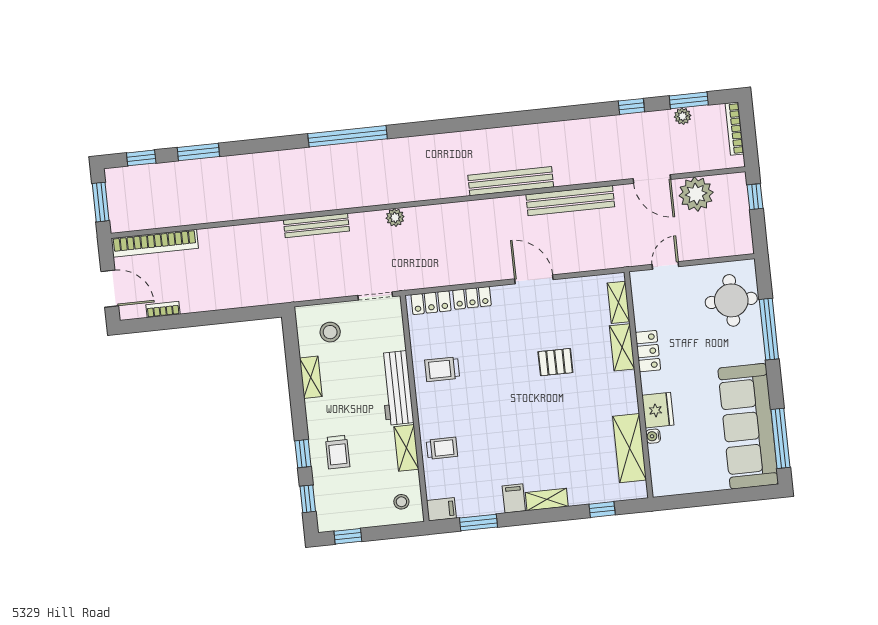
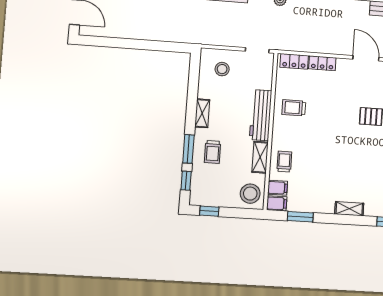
bookcase: (163, 309) -> (110, 33), removed
shelving: (311, 377) -> (202, 113), moved
trolley: (442, 448) -> (284, 162), turned -90
window: (303, 454) -> (188, 149), width x1.50
filing cabinet: (514, 498) -> (278, 188), moved, turned 90
stool: (401, 502) -> (250, 194), width x1.89, depth x1.89

